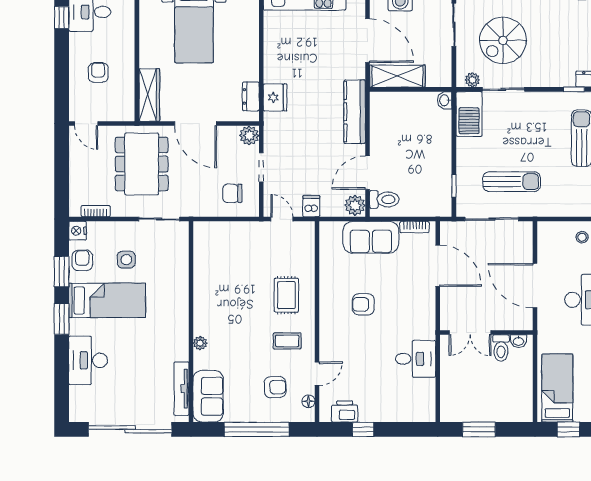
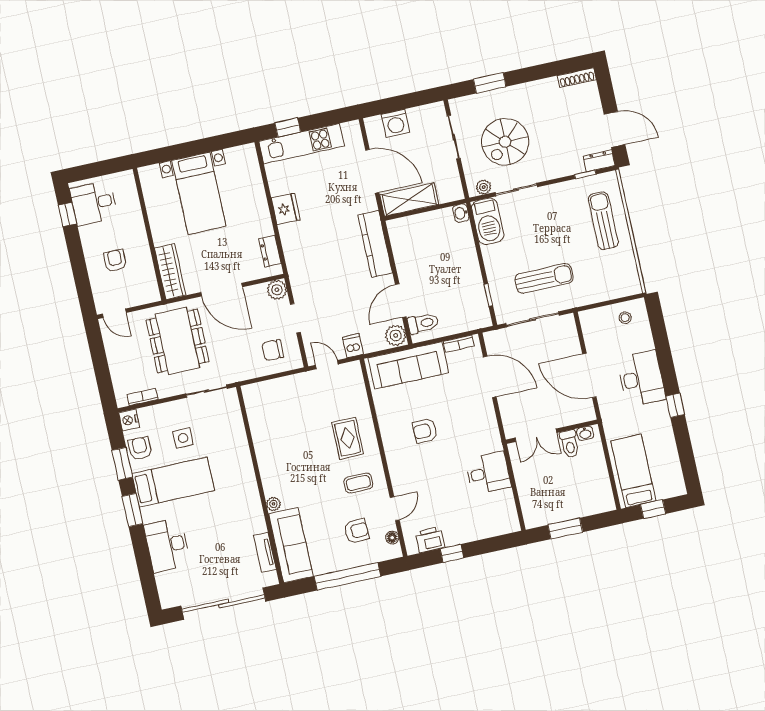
fridge: (275, 97) -> (286, 209), moved
sofa: (371, 237) -> (408, 365), width x1.36
tv unit: (181, 389) -> (265, 553), width x0.71
sofa: (208, 396) -> (291, 545), width x1.36

